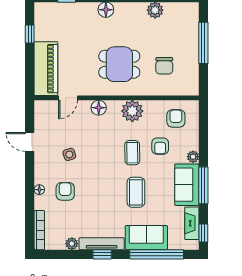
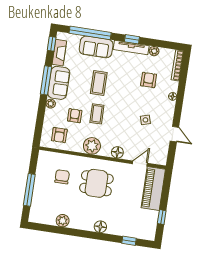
armchair: (65, 191) -> (149, 80), moved, turned 180

